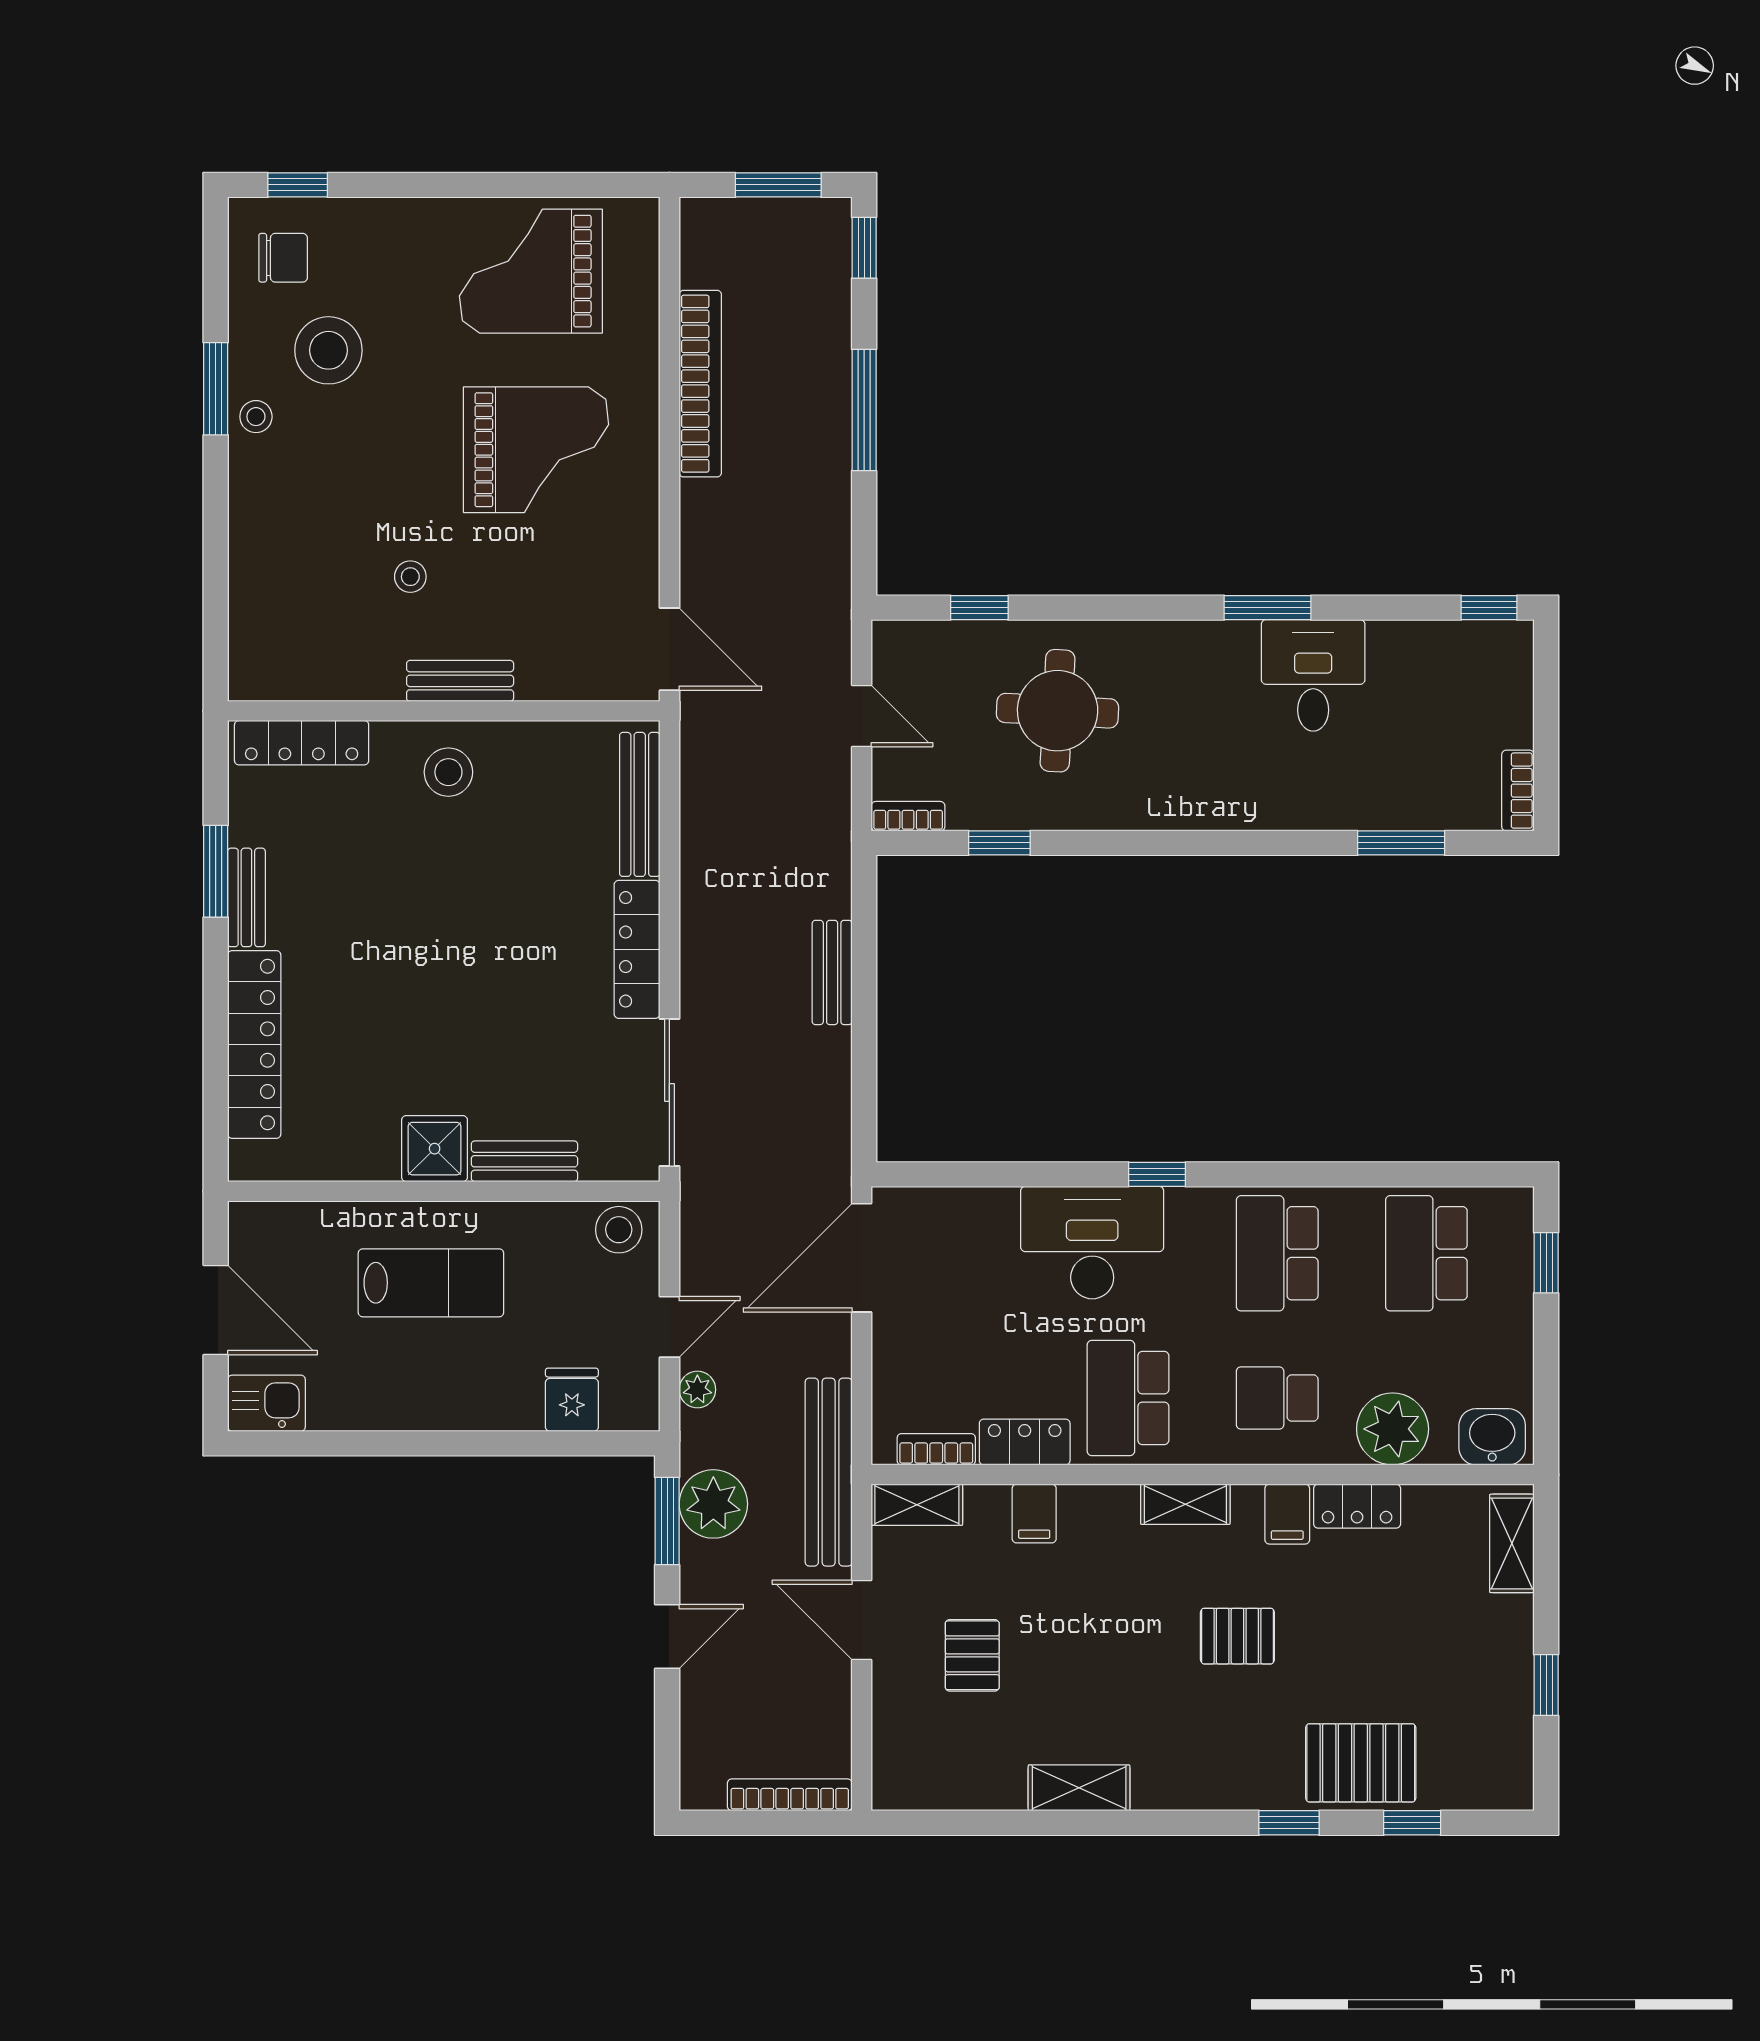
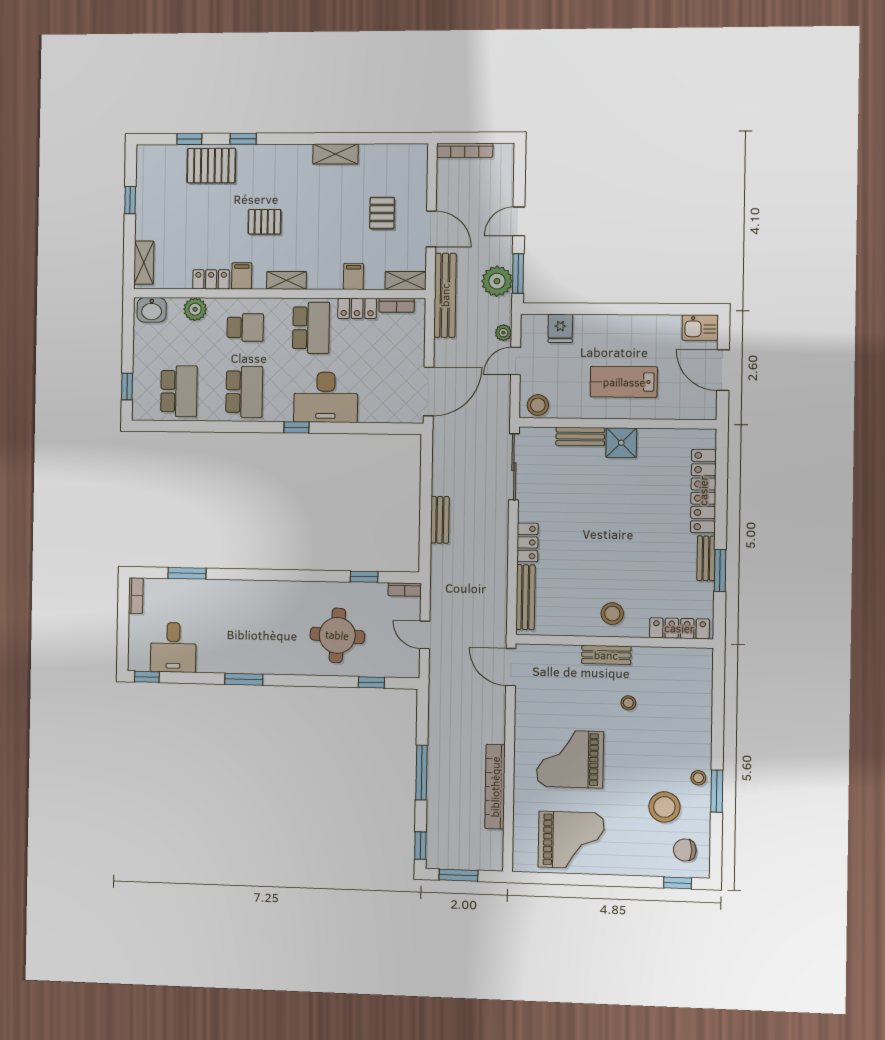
desk: (1313, 675) -> (173, 647), moved
locker: (637, 949) -> (527, 542), width x0.66
plant: (1393, 1429) -> (195, 309), width x0.73, depth x0.73

